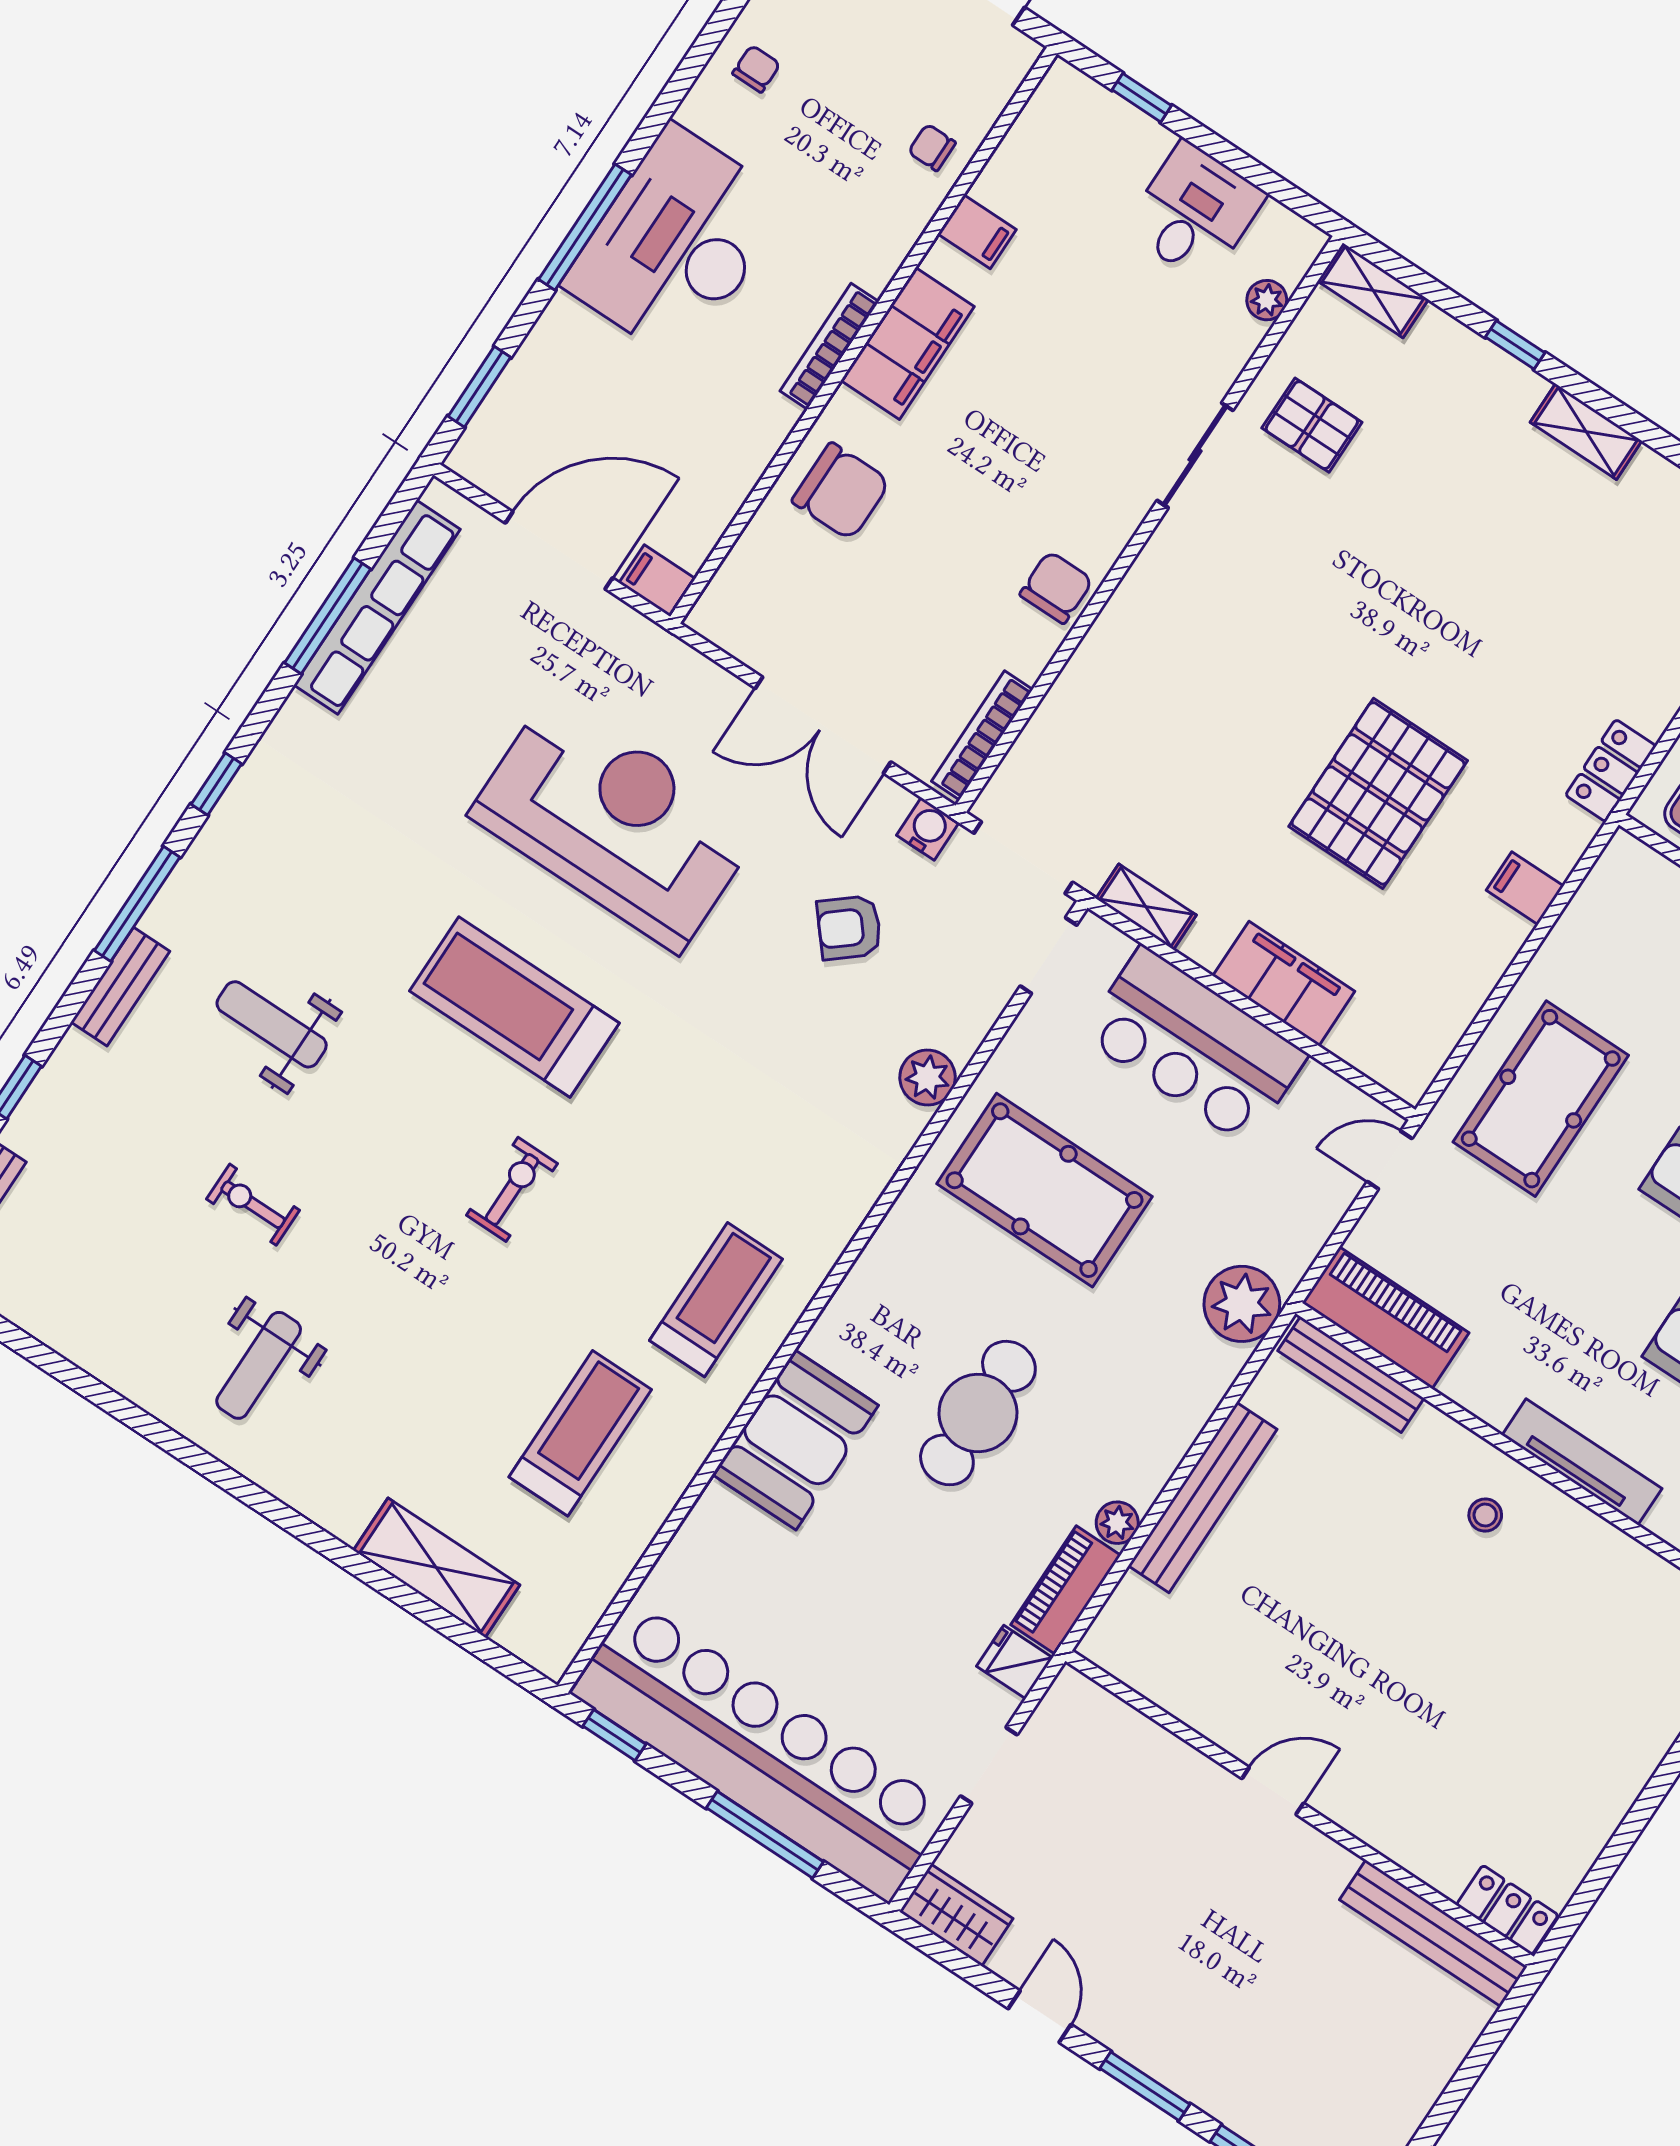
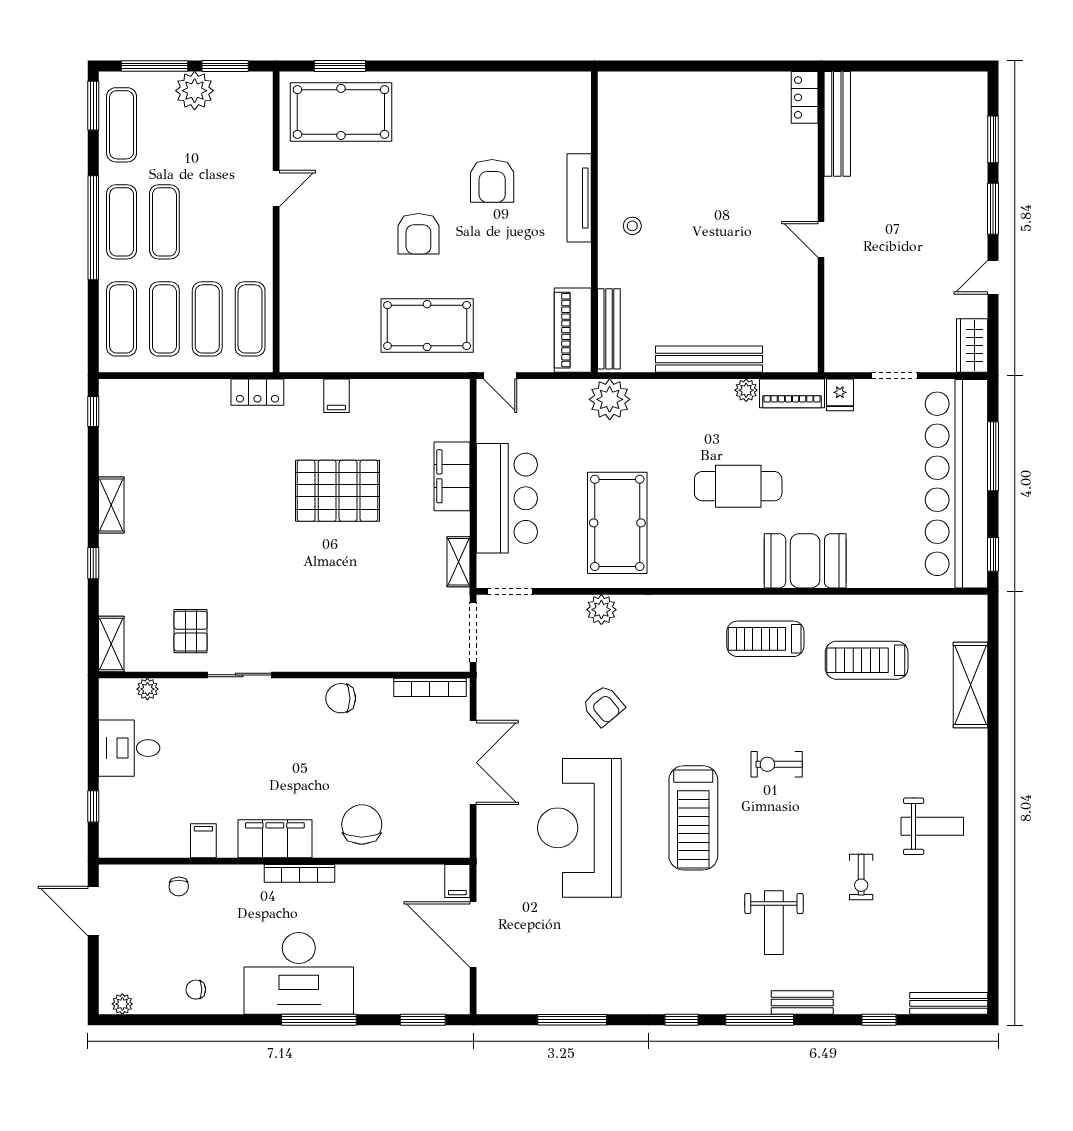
row of seats: (377, 607) -> (553, 1000), removed
water cooler: (928, 829) -> (489, 684), removed
armchair: (849, 928) -> (603, 706), moved

